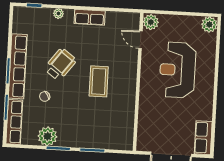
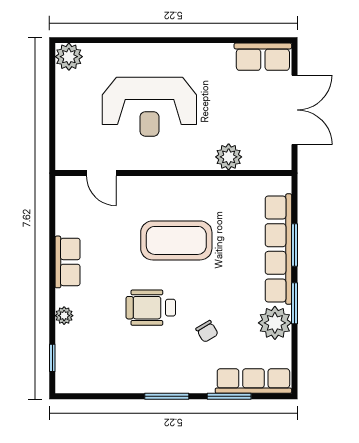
plant: (151, 22) -> (229, 157), moved
door: (140, 40) -> (101, 173), hinge flipped
wheelchair: (60, 64) -> (151, 308), turned -37
row of seats: (18, 66) -> (278, 249), moved, turned -90
coffee table: (99, 81) -> (176, 240), width x1.36, depth x1.32

